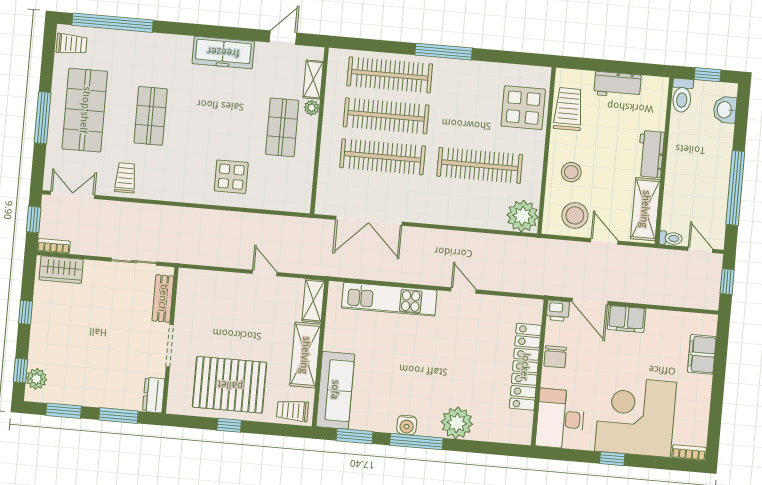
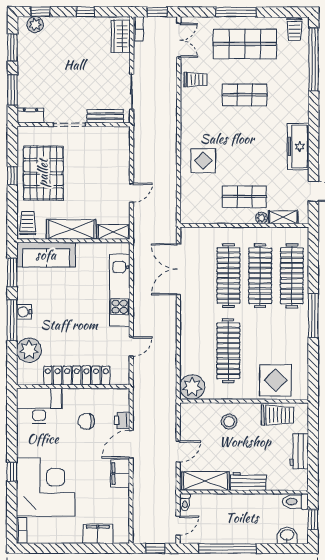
stool: (575, 215) -> (196, 427), removed
locker: (525, 367) -> (77, 376), moved
wall: (539, 373) -> (73, 387), moved
desk: (560, 419) -> (39, 406), moved

